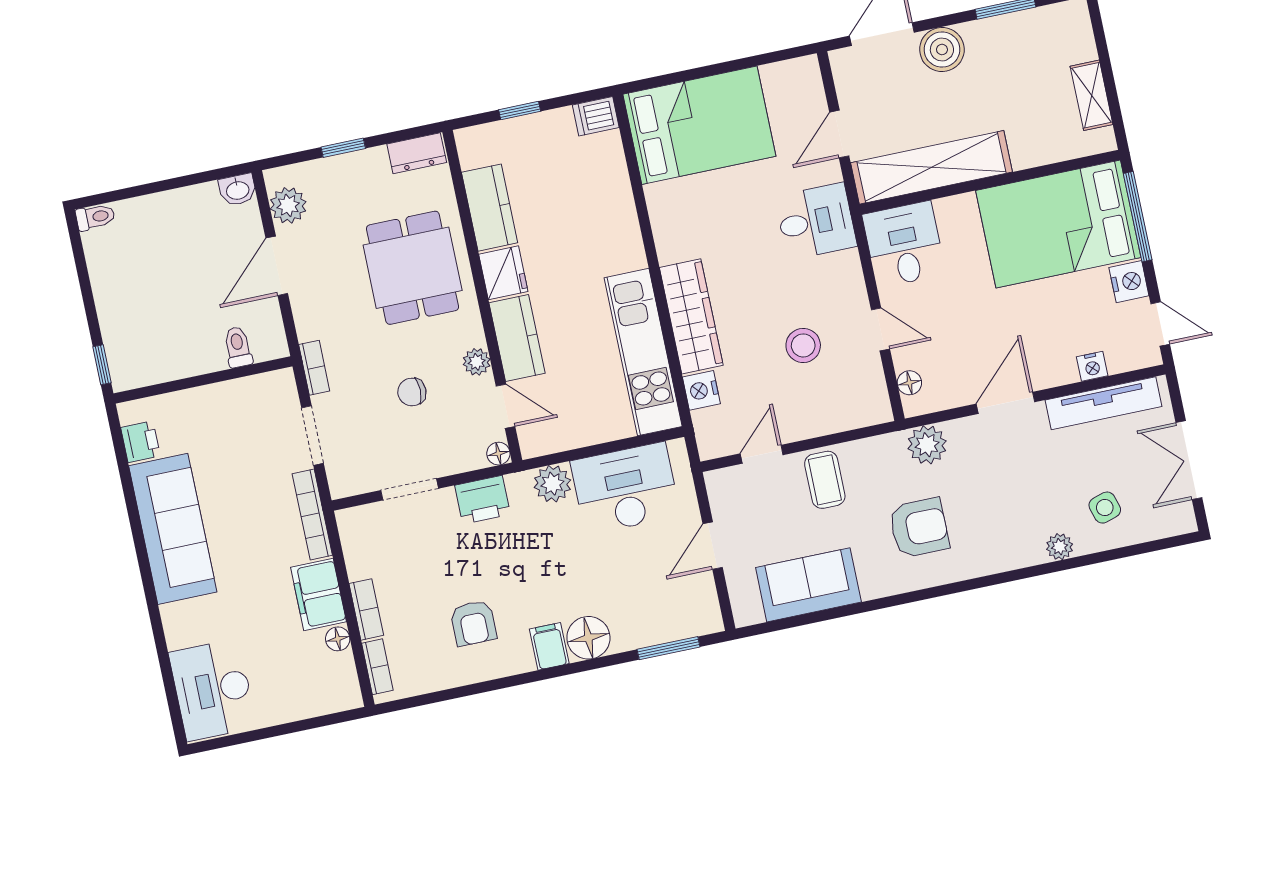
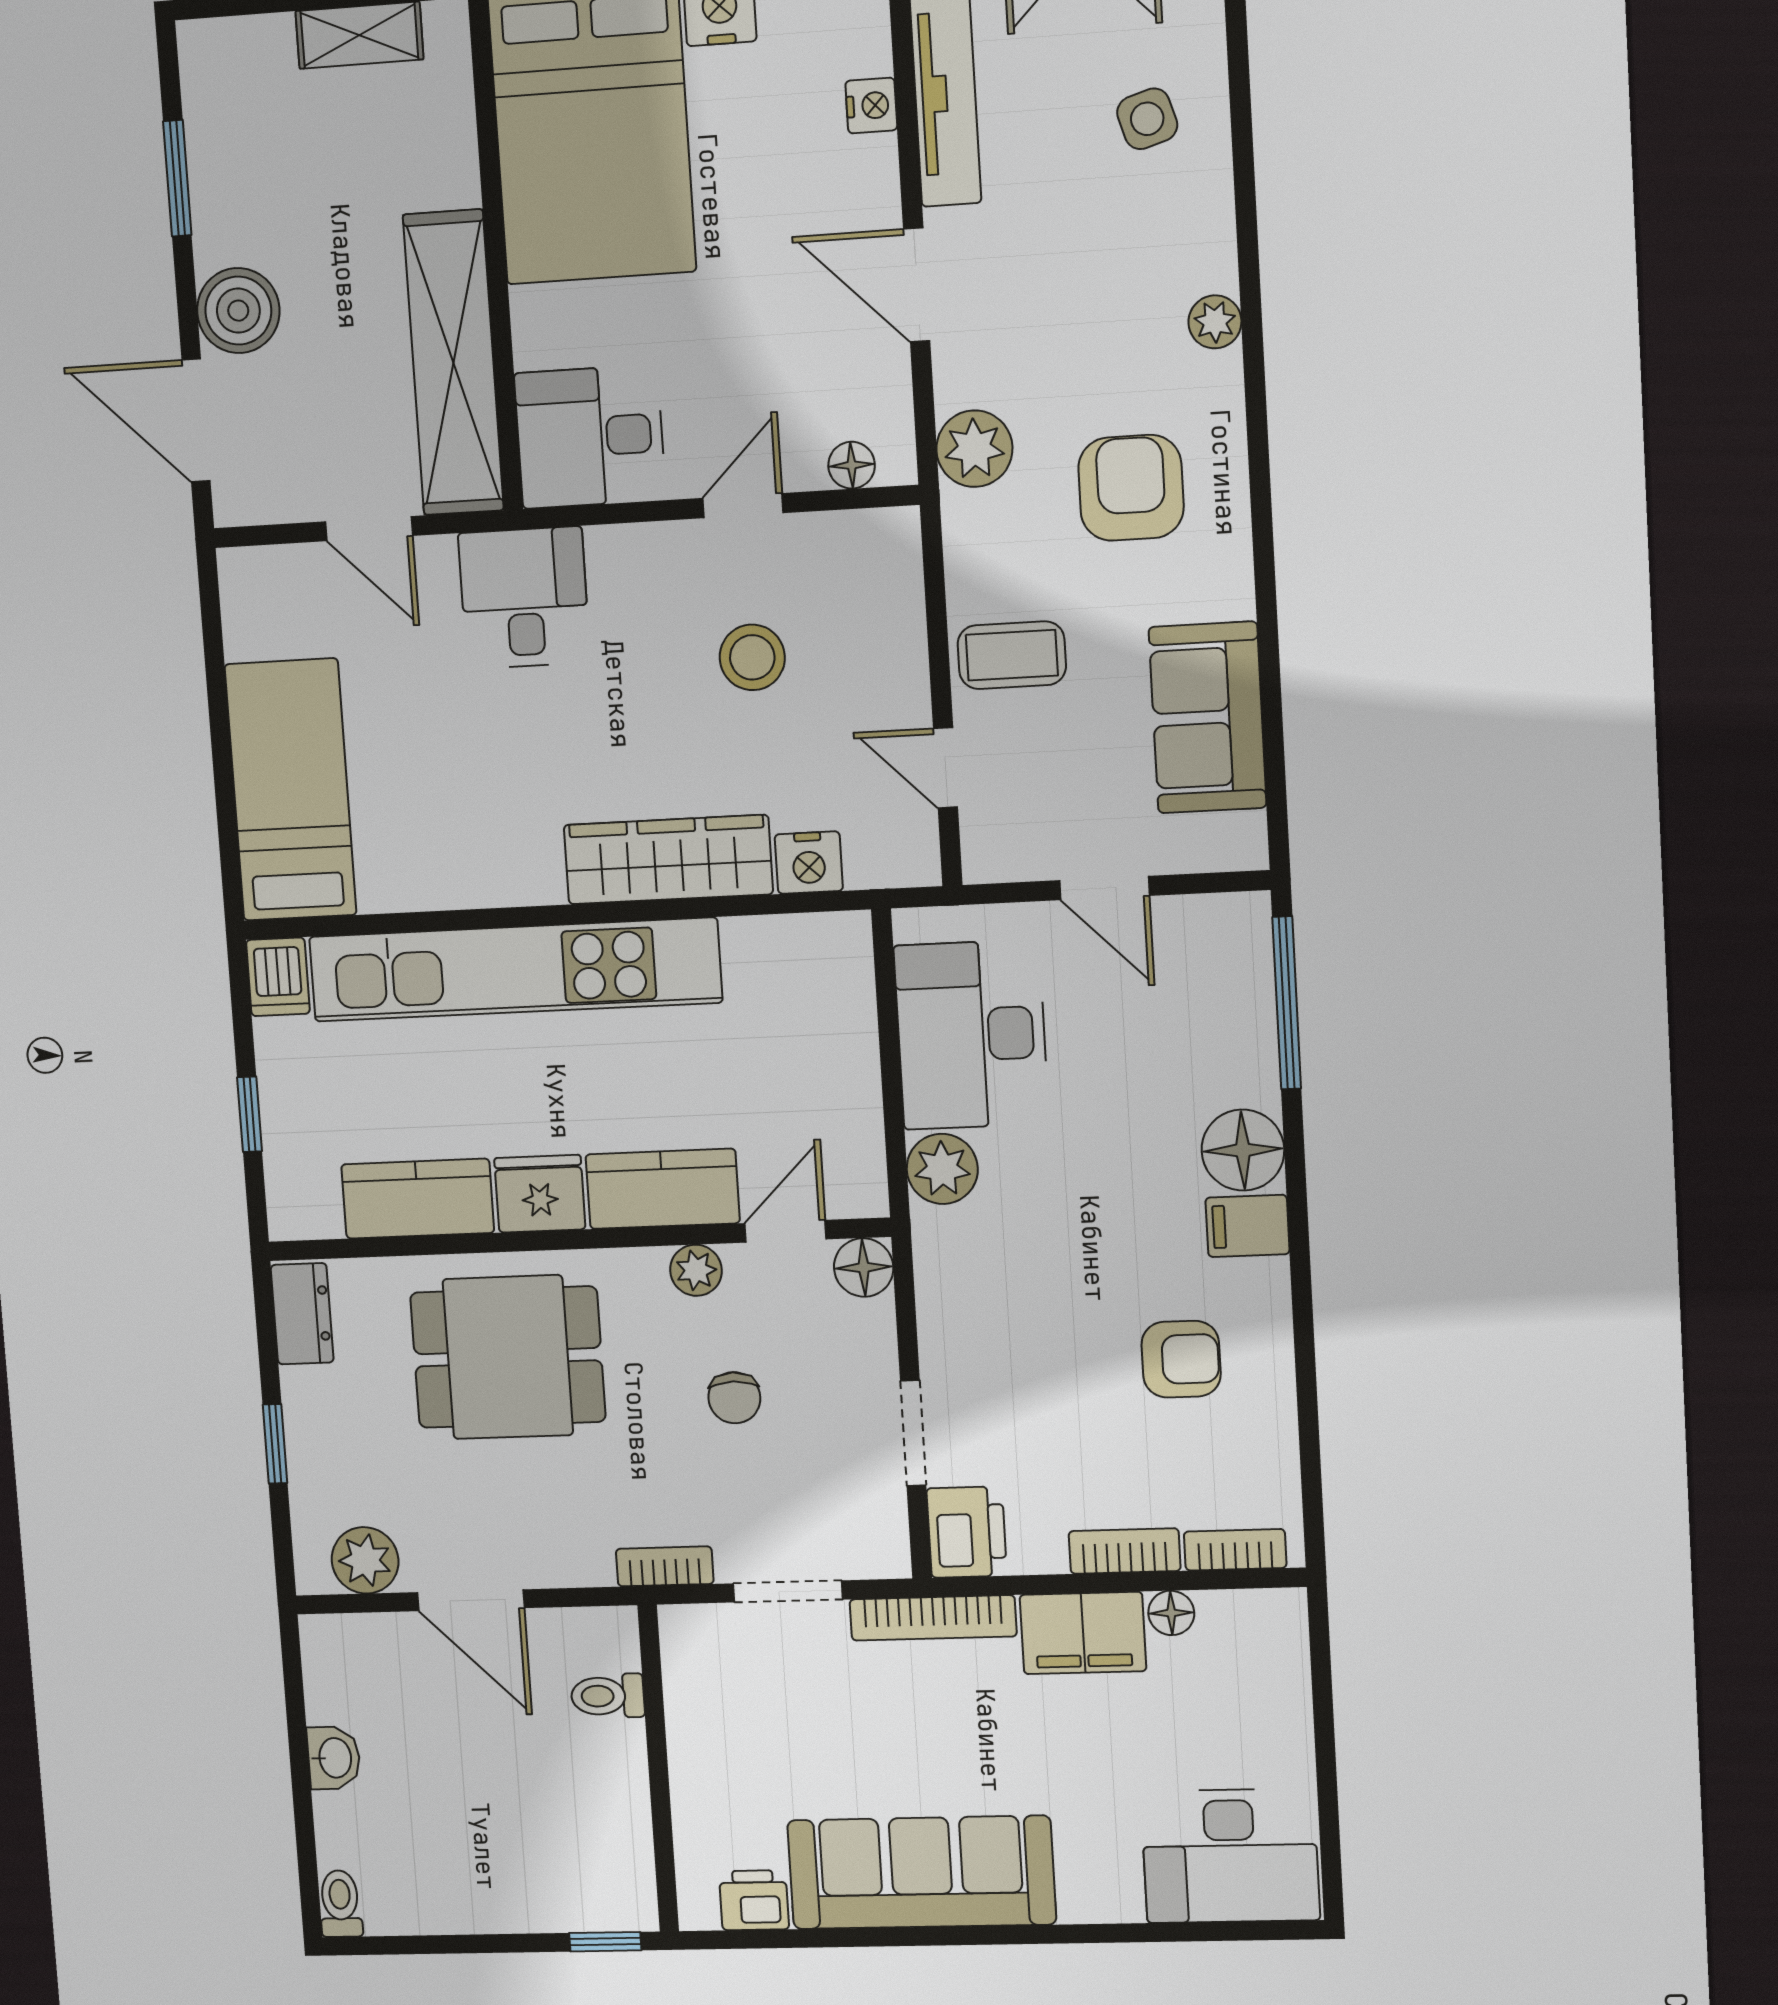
bed: (699, 125) -> (291, 790), width x0.67
washbasin: (238, 190) -> (334, 1758), moved
kitchen unit: (643, 352) -> (515, 970), moved, width x1.36
floor lamp: (498, 454) -> (864, 1267), width x1.37, depth x1.37
printer: (482, 500) -> (967, 1532), moved
plant: (1060, 547) -> (1215, 322), moved
window: (668, 648) -> (1287, 1003), width x1.44

